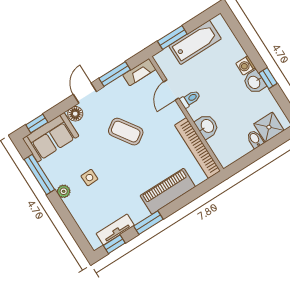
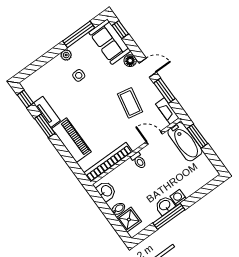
bathtub: (195, 42) -> (185, 142), moved
window: (268, 78) -> (169, 216), width x2.17
toilet: (190, 99) -> (139, 161), moved
washbasin: (207, 126) -> (106, 191), moved, turned -90
coffee table: (126, 132) -> (130, 103), moved, turned -45
tv unit: (115, 230) -> (47, 112), moved

